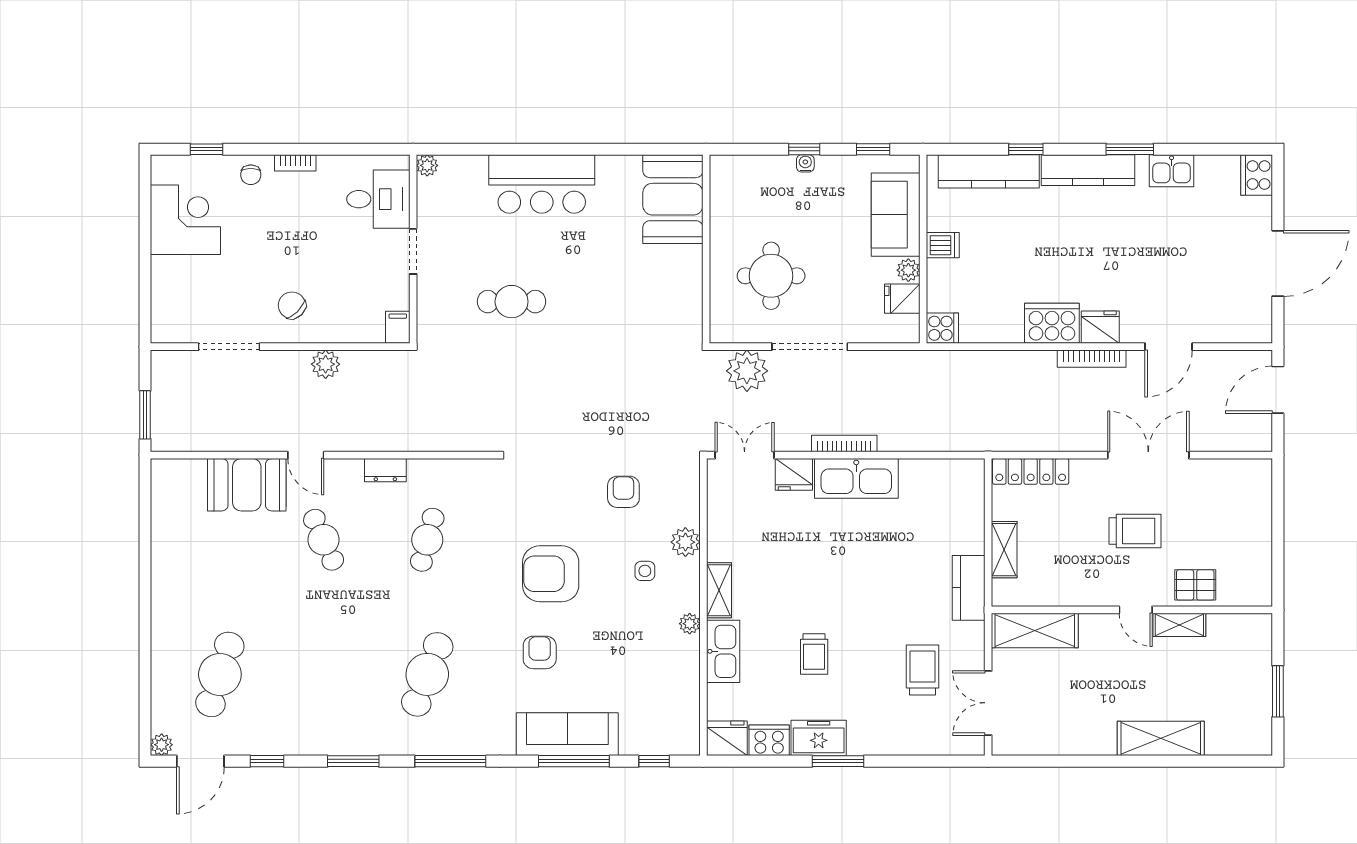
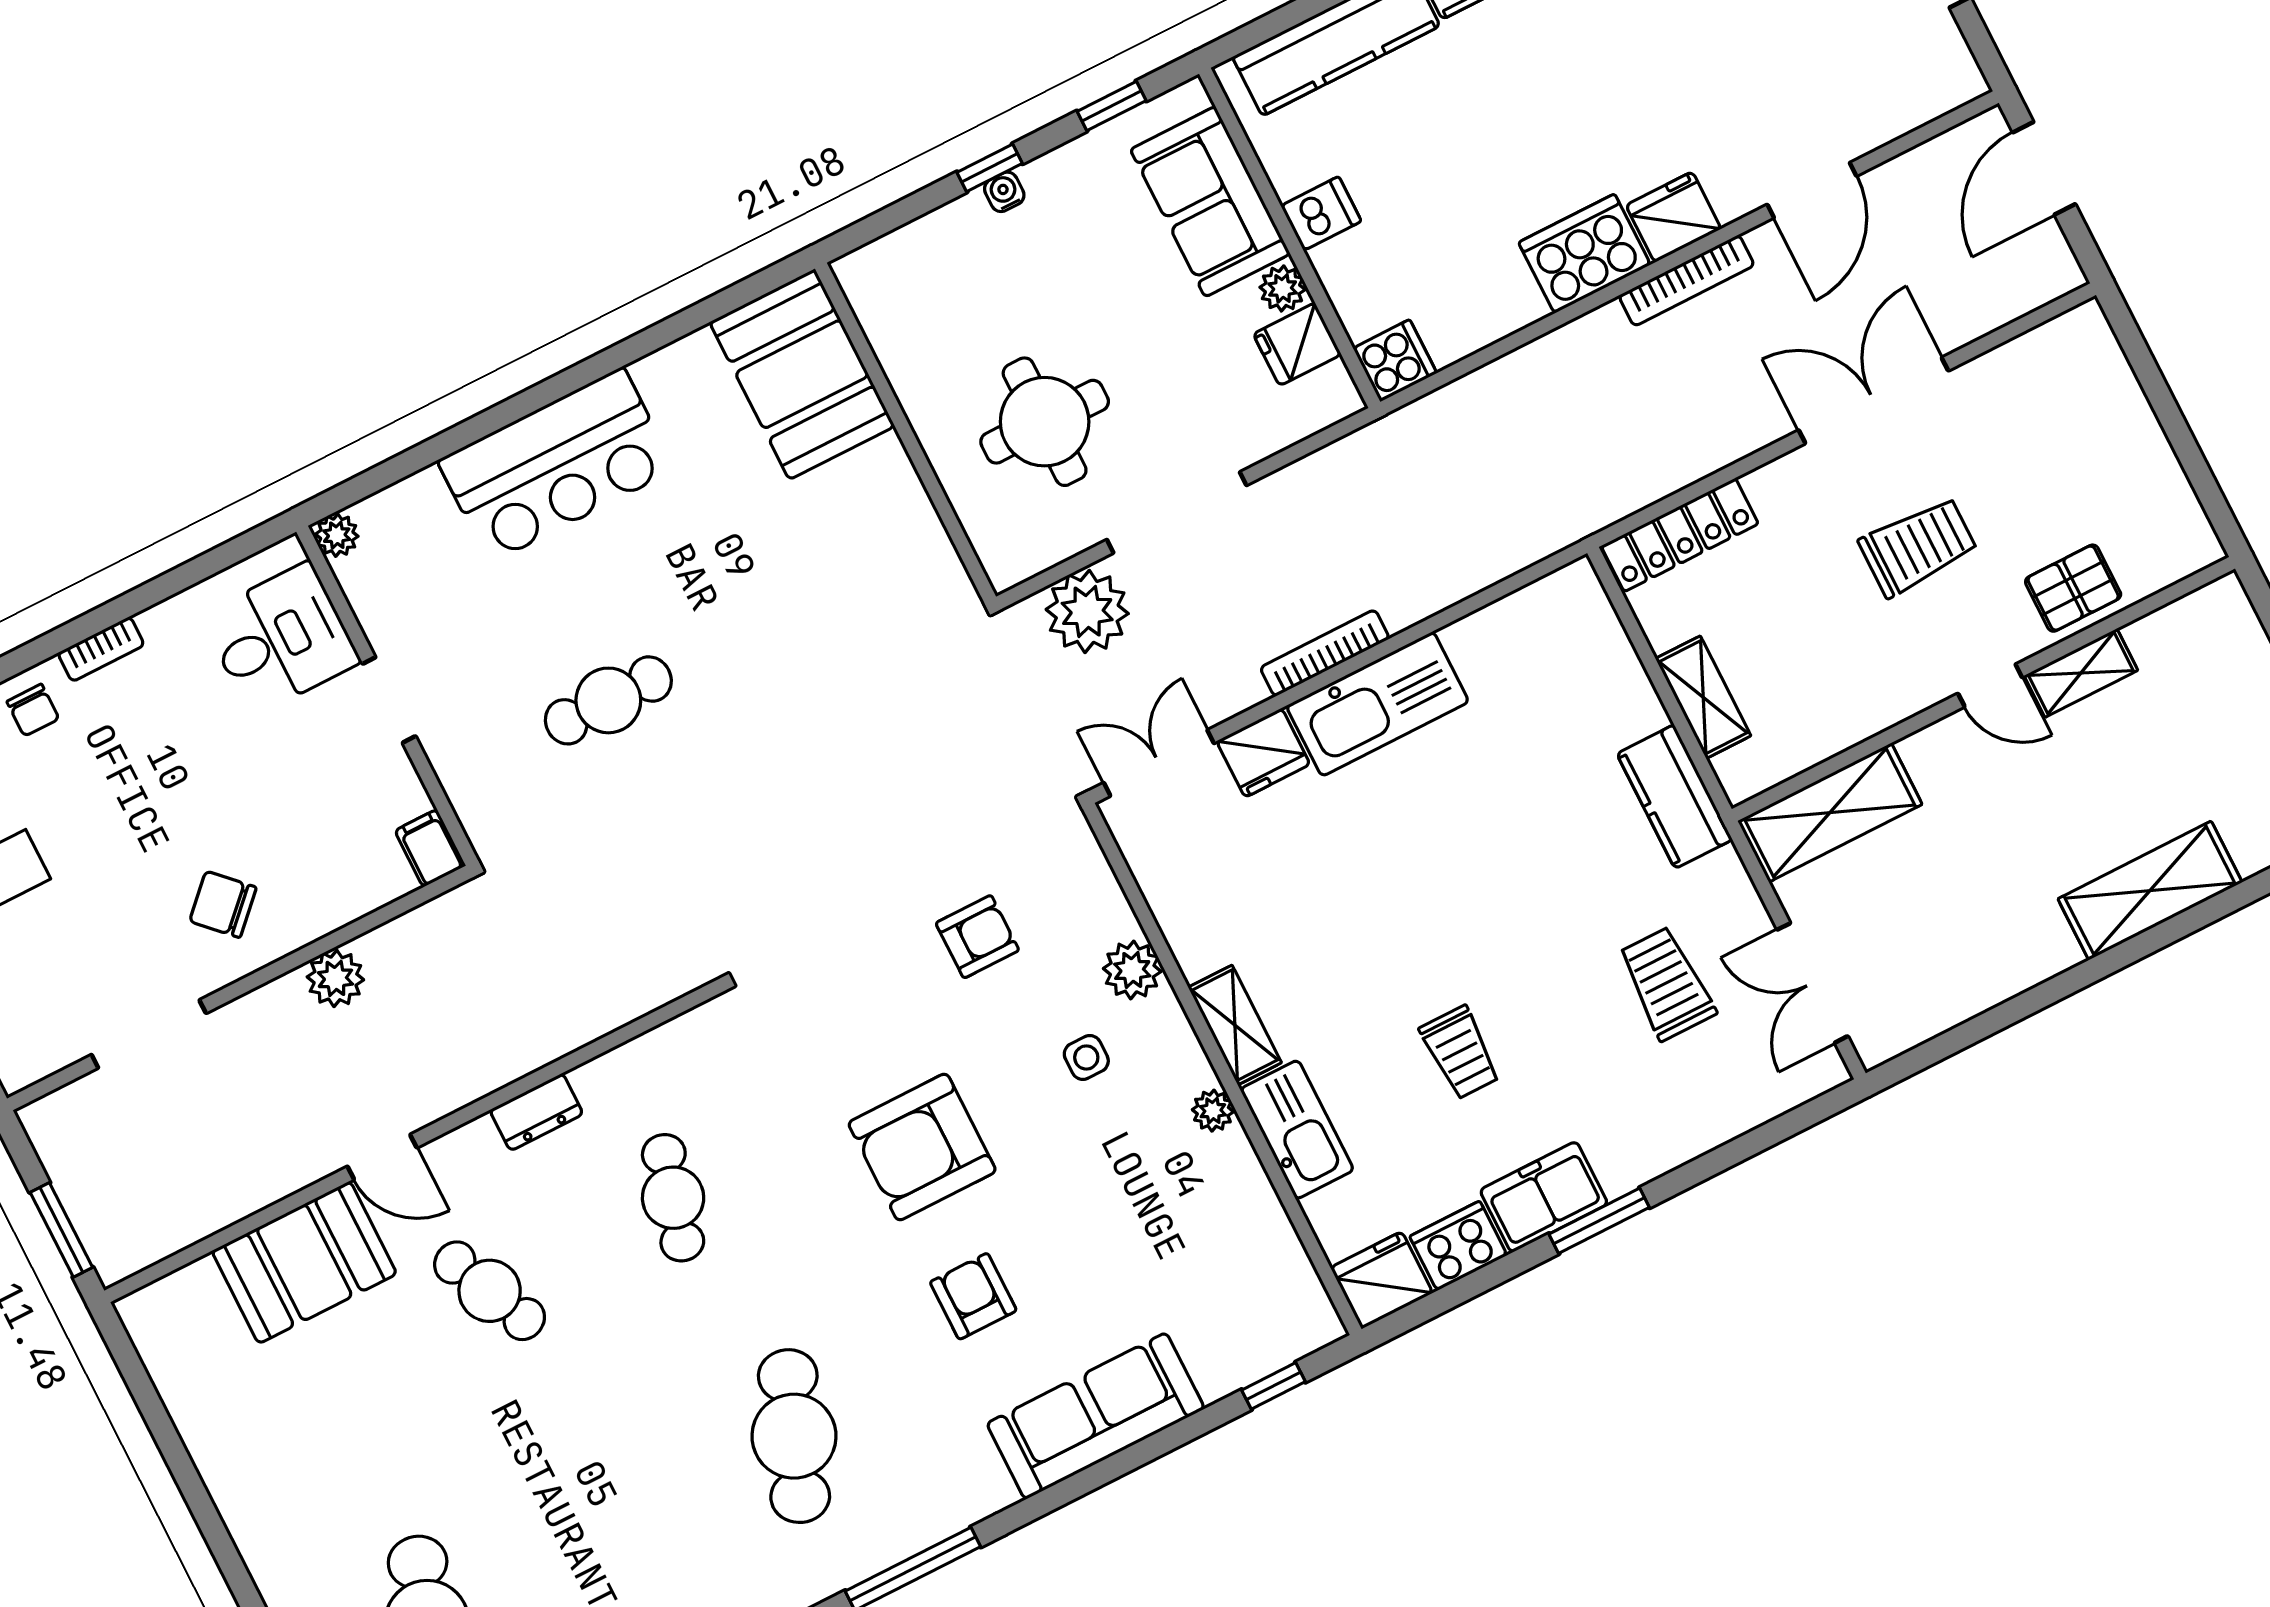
armchair: (623, 492) -> (977, 937), turned 90
window: (574, 761) -> (1131, 1458), removed

